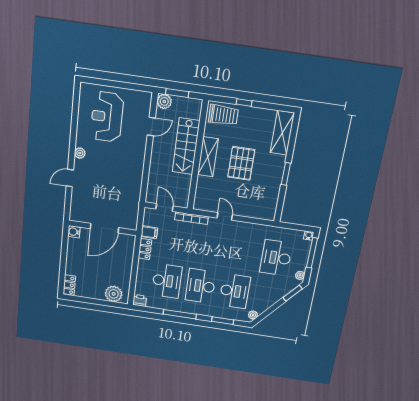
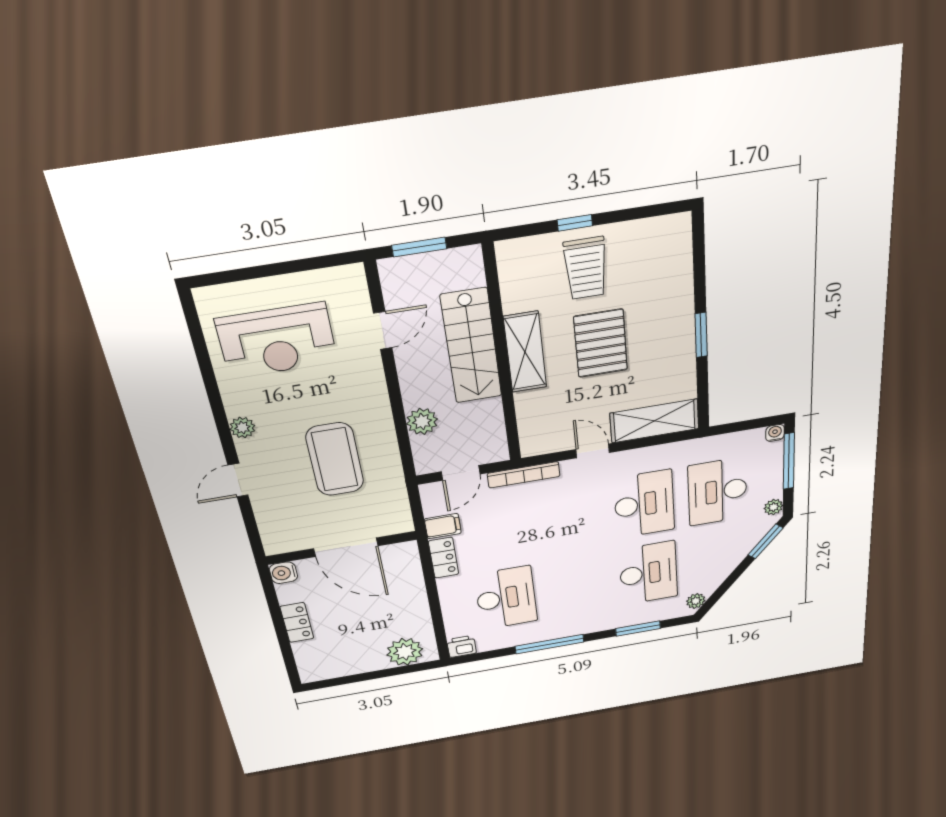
plant: (164, 101) -> (422, 421), moved
trolley: (223, 115) -> (586, 268), moved, turned 90
reception desk: (107, 117) -> (277, 341), turned -90
shelving: (282, 133) -> (654, 421), moved, turned 90
coffee table: (113, 182) -> (335, 459), added
door: (164, 208) -> (461, 473), swing flipped
door: (104, 228) -> (346, 547), hinge flipped
locker: (69, 285) -> (297, 623), moved
desk: (201, 286) -> (644, 504), moved, turned 180

